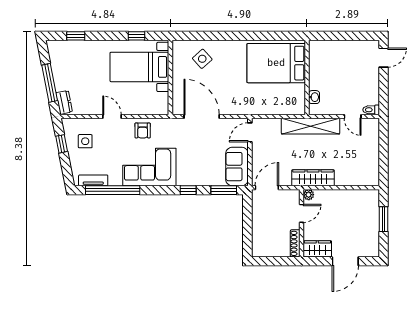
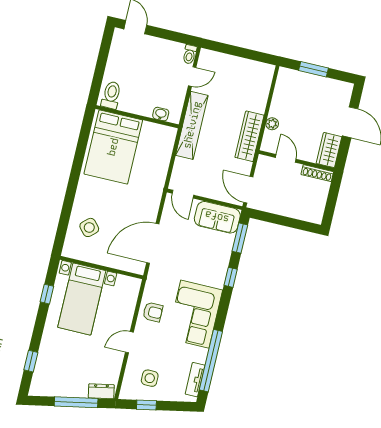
toilet: (320, 51) -> (111, 95), added
plant: (309, 195) -> (272, 124), moved

